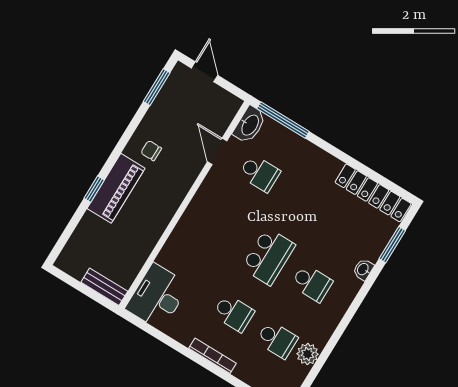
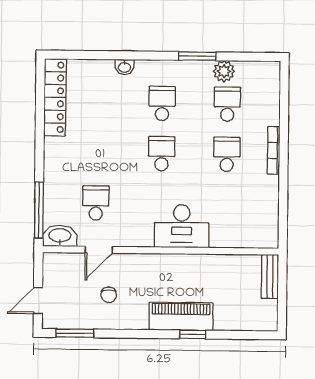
chair: (151, 151) -> (109, 295), moved
window: (392, 245) -> (197, 56), moved
school desk: (268, 256) -> (162, 154), width x0.54
desk: (157, 297) -> (182, 226), moved

